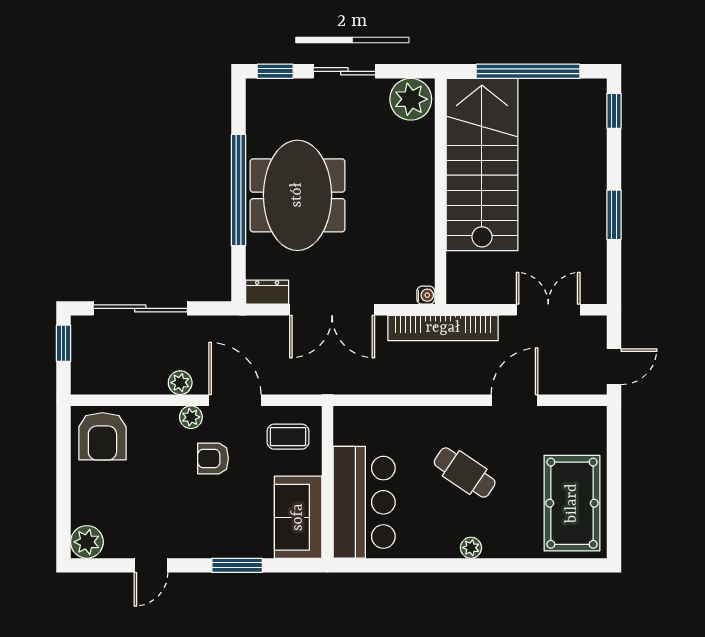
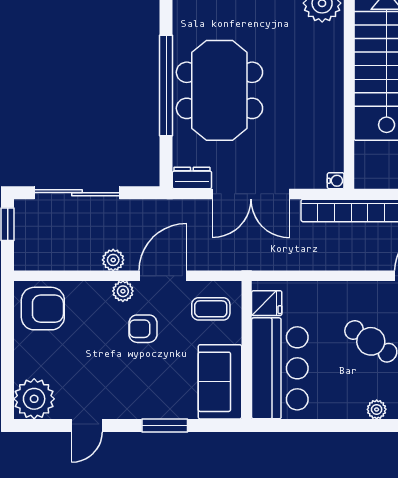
door: (235, 400) -> (163, 276), hinge flipped
fridge: (350, 430) -> (267, 303), added
armchair: (102, 436) -> (43, 309), turned -90
plant: (87, 542) -> (34, 399), width x1.36, depth x1.36

